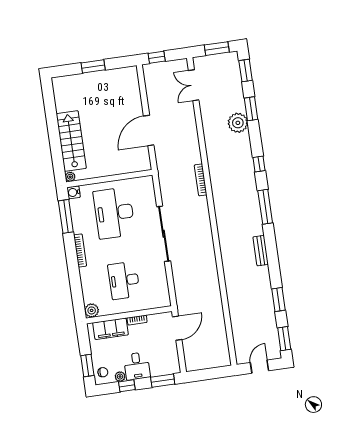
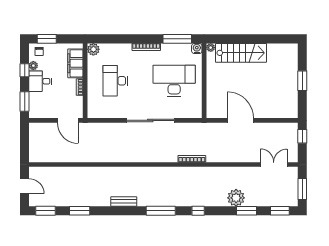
desk: (124, 280) -> (115, 81), turned -90

